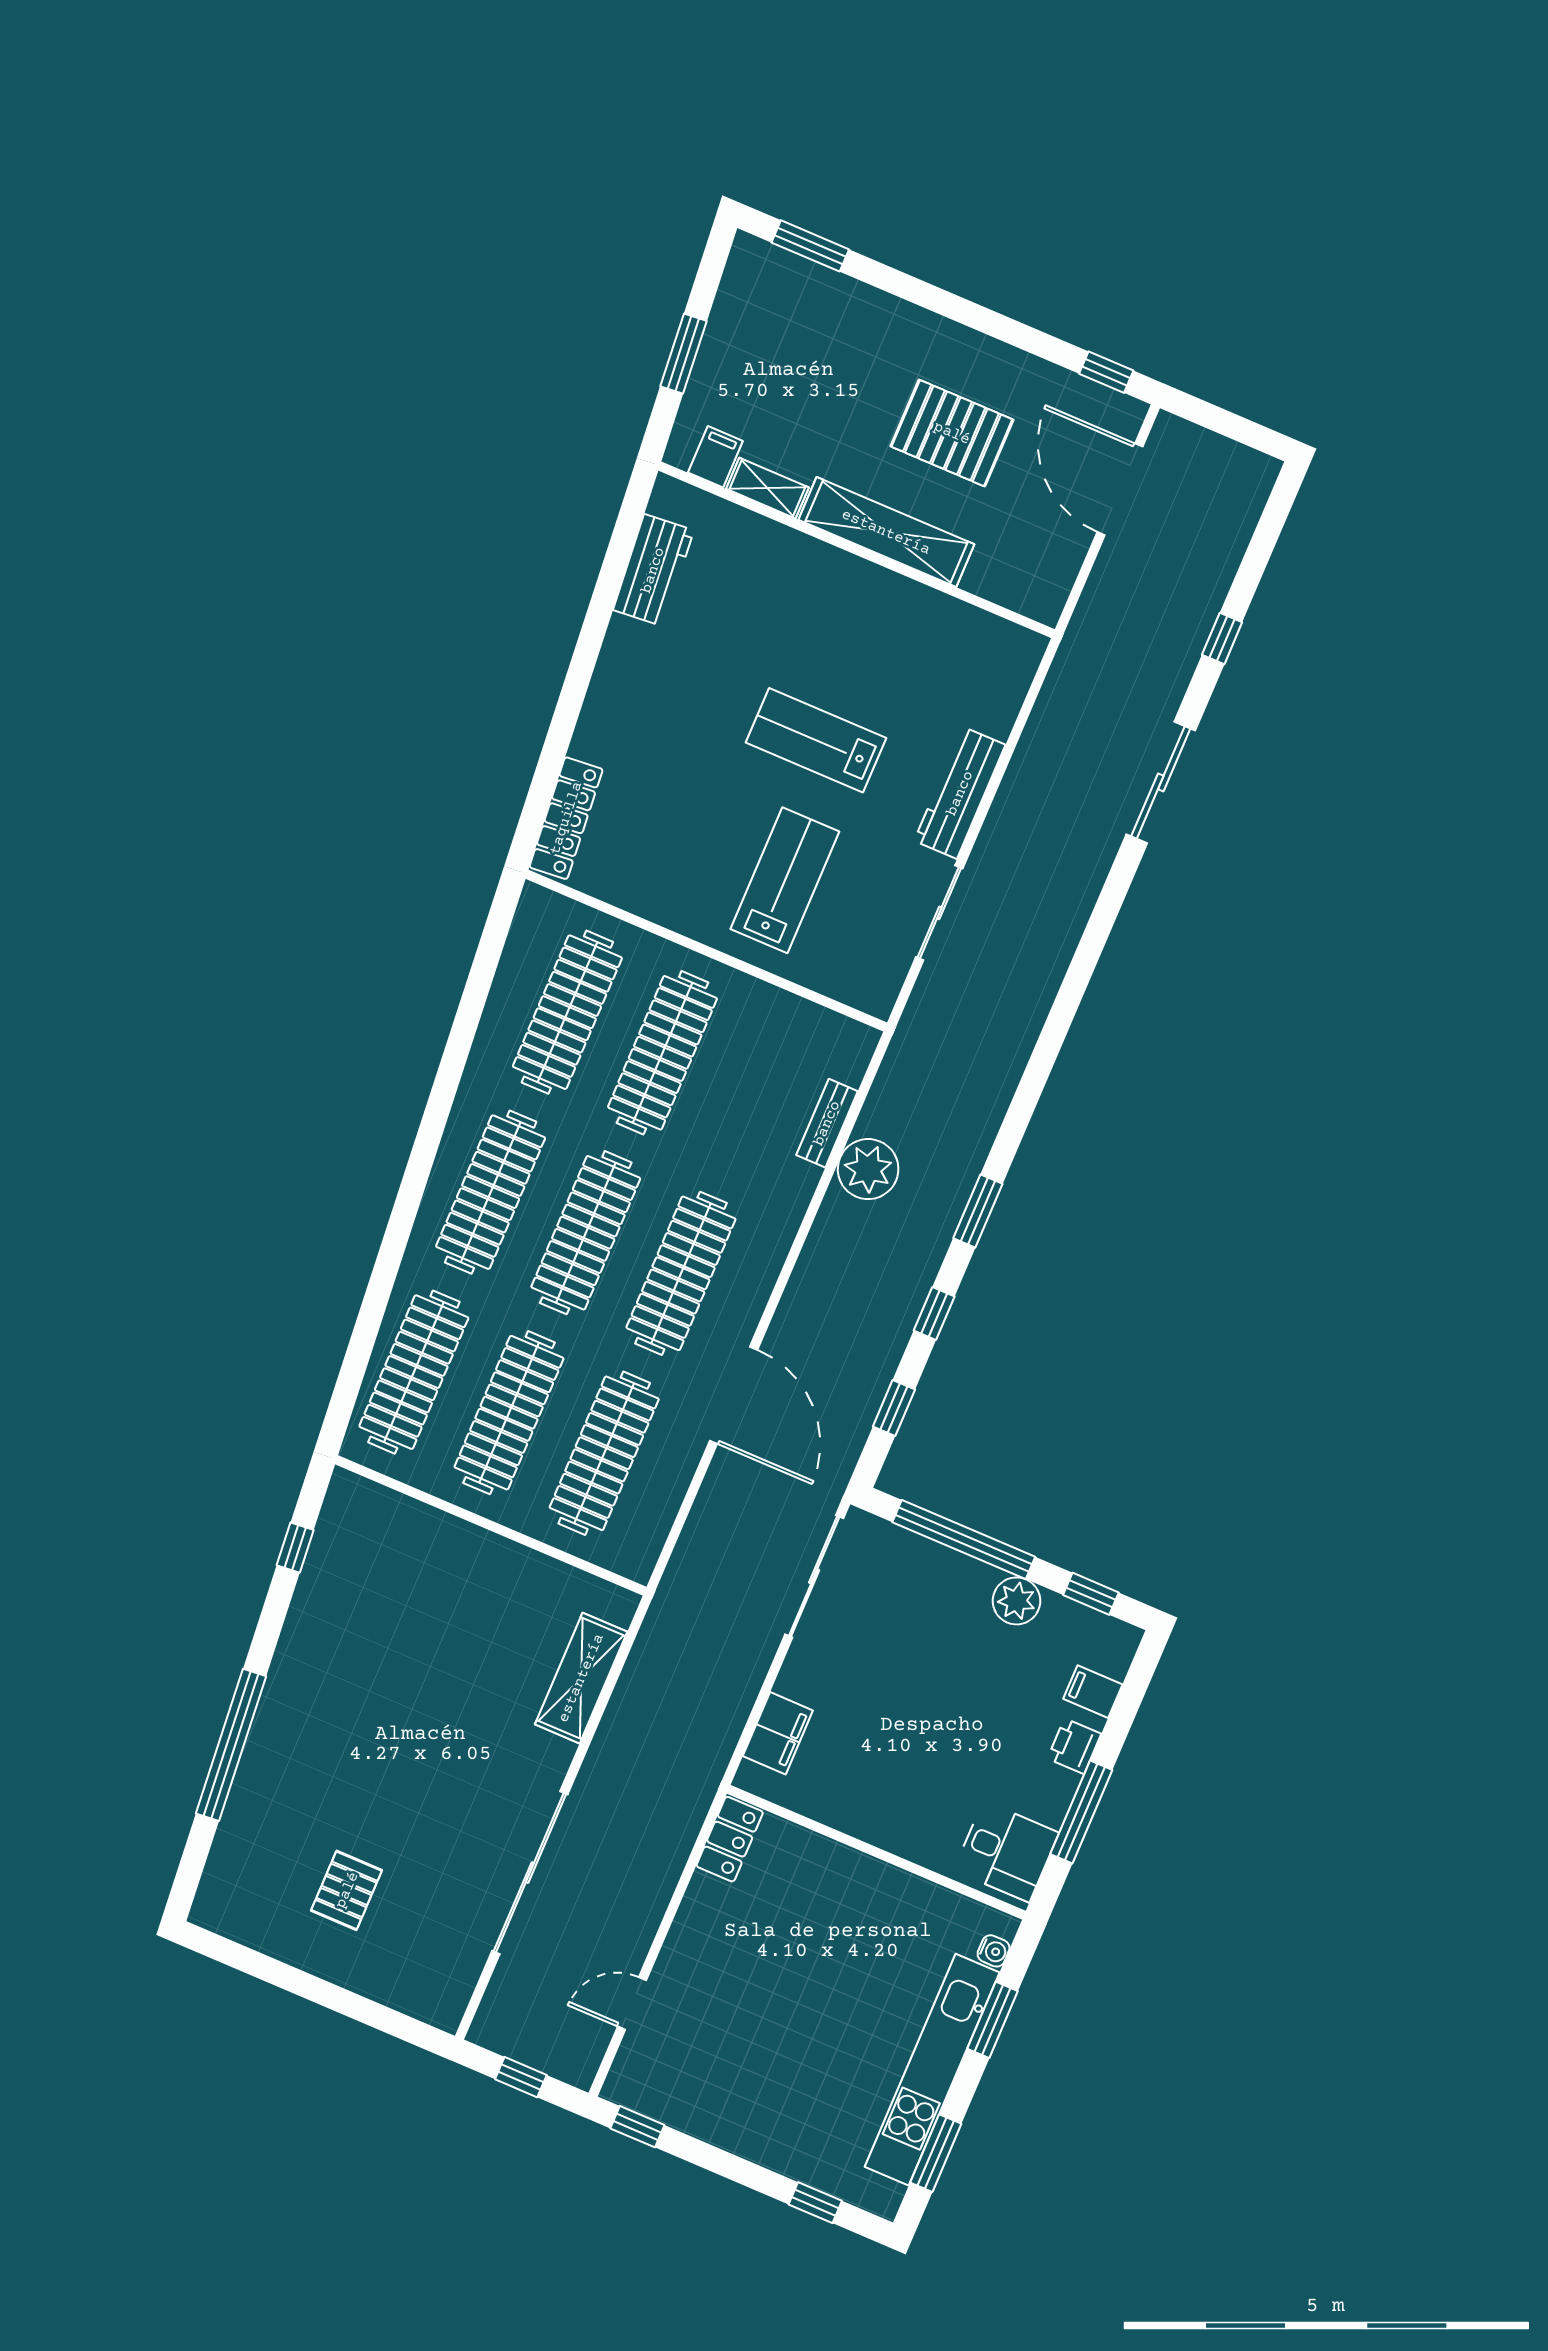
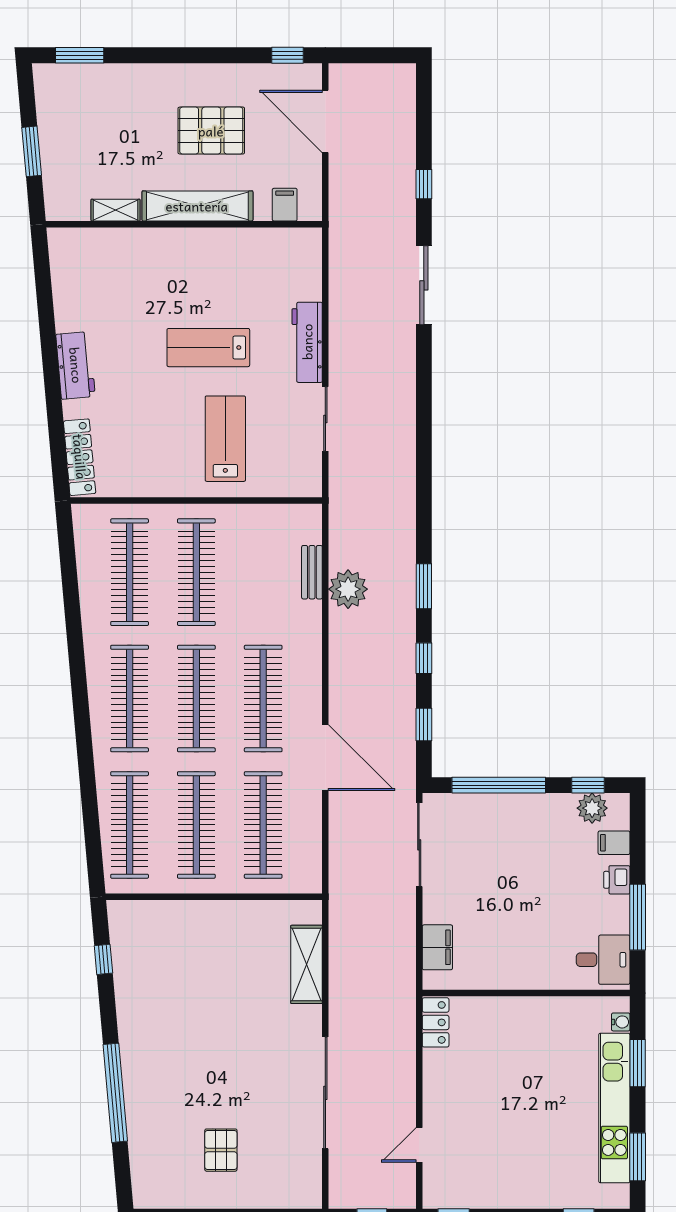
filing cabinet: (715, 457) -> (285, 205), moved
workbench: (653, 570) -> (76, 365), moved
plant: (1017, 1601) -> (592, 808), moved

